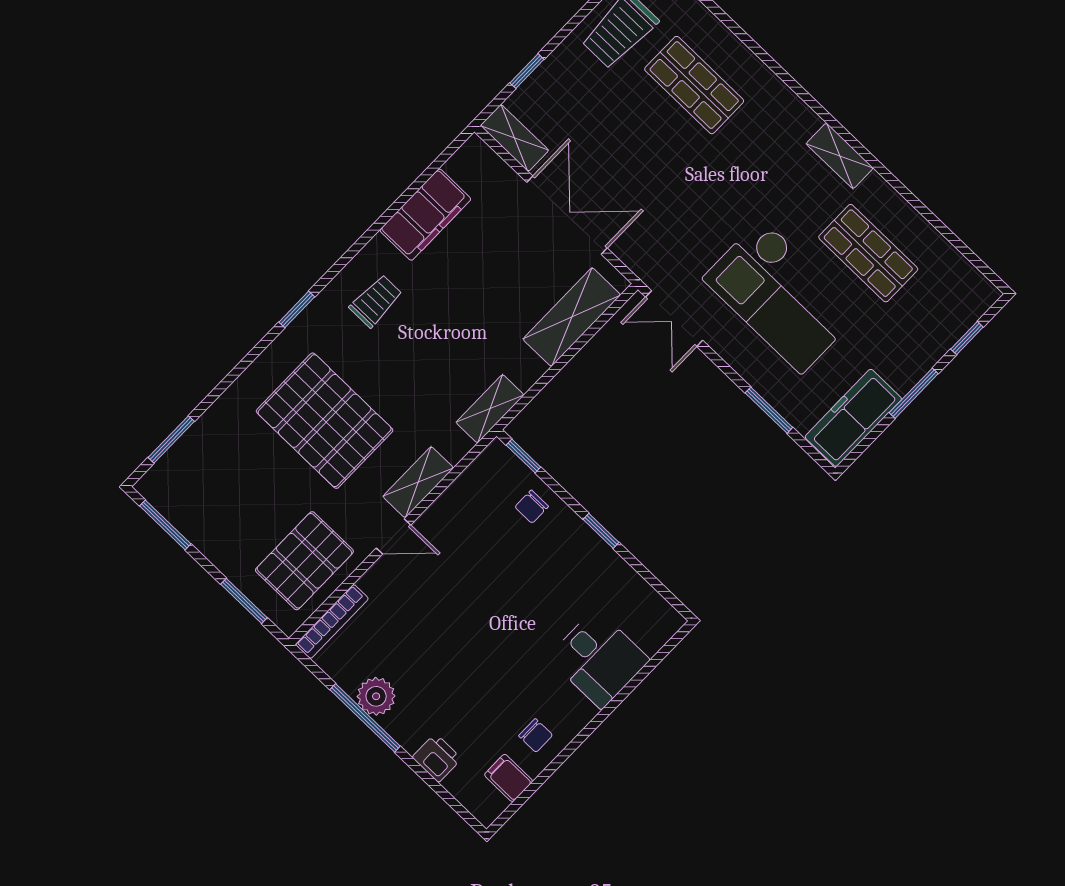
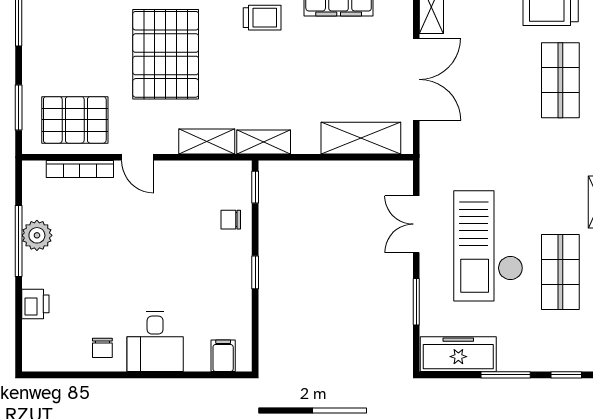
double door: (674, 319) -> (416, 224), moved
shelving: (418, 482) -> (207, 142), moved
bookcase: (332, 622) -> (80, 169), moved
desk: (599, 659) -> (155, 341), moved
filing cabinet: (509, 778) -> (223, 356), moved

